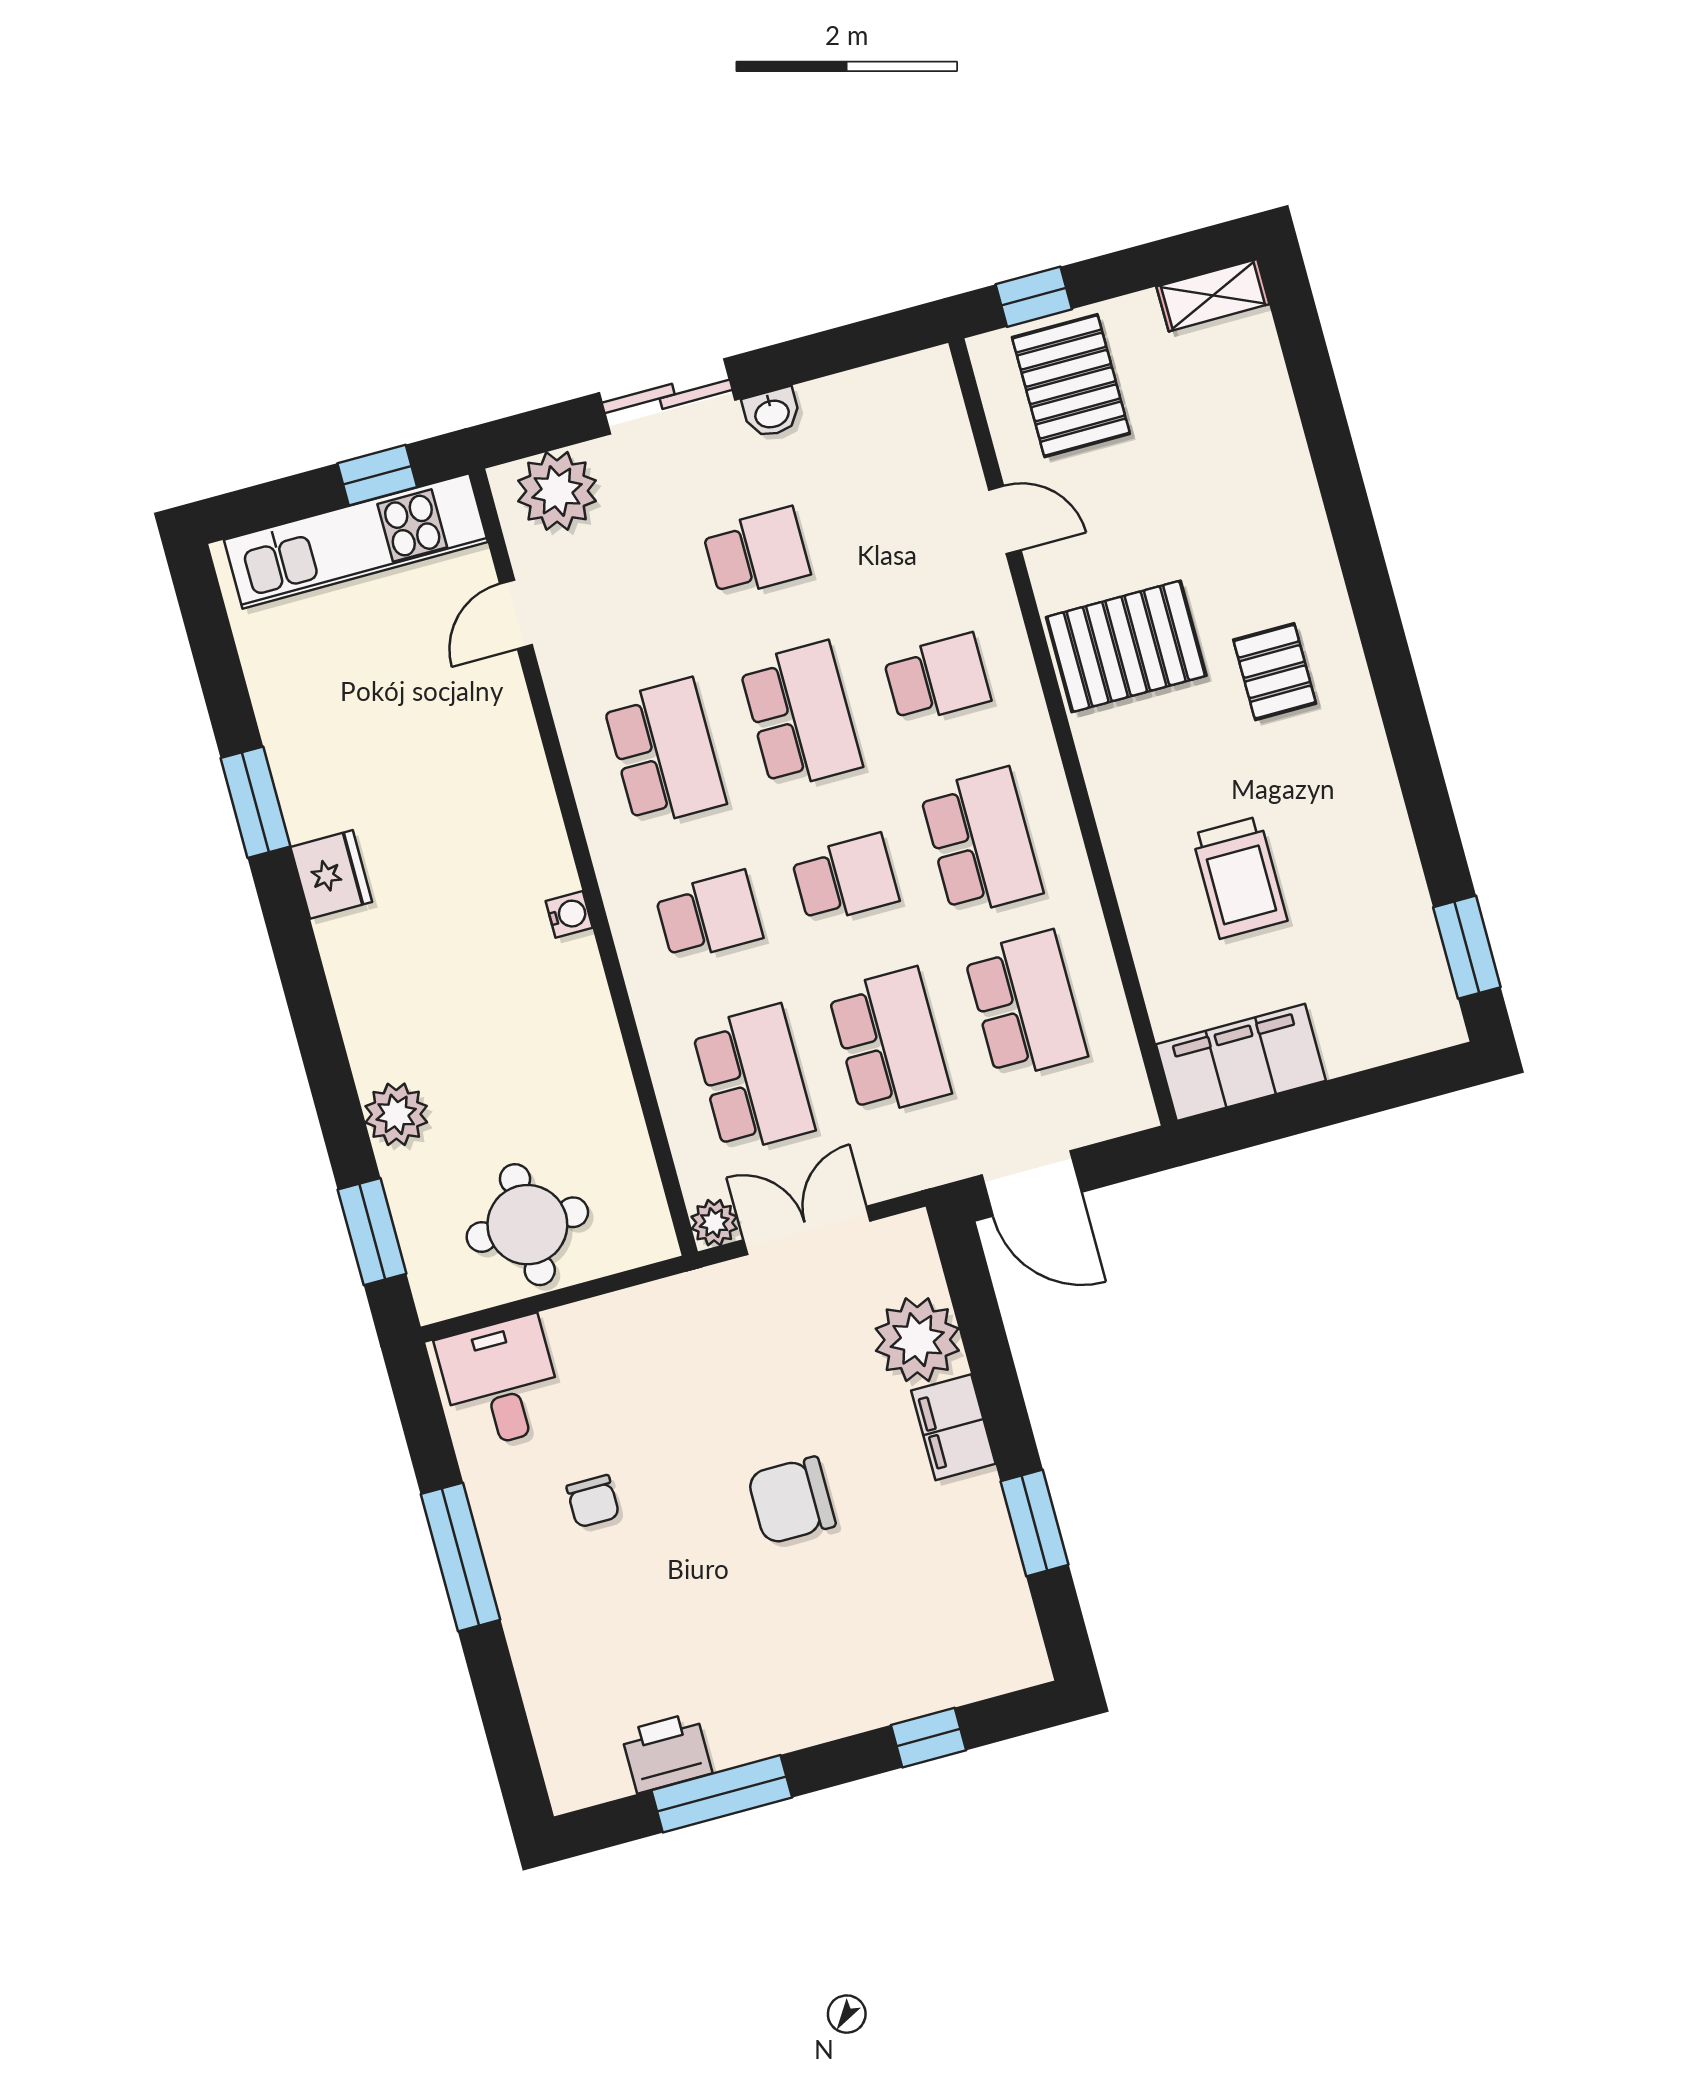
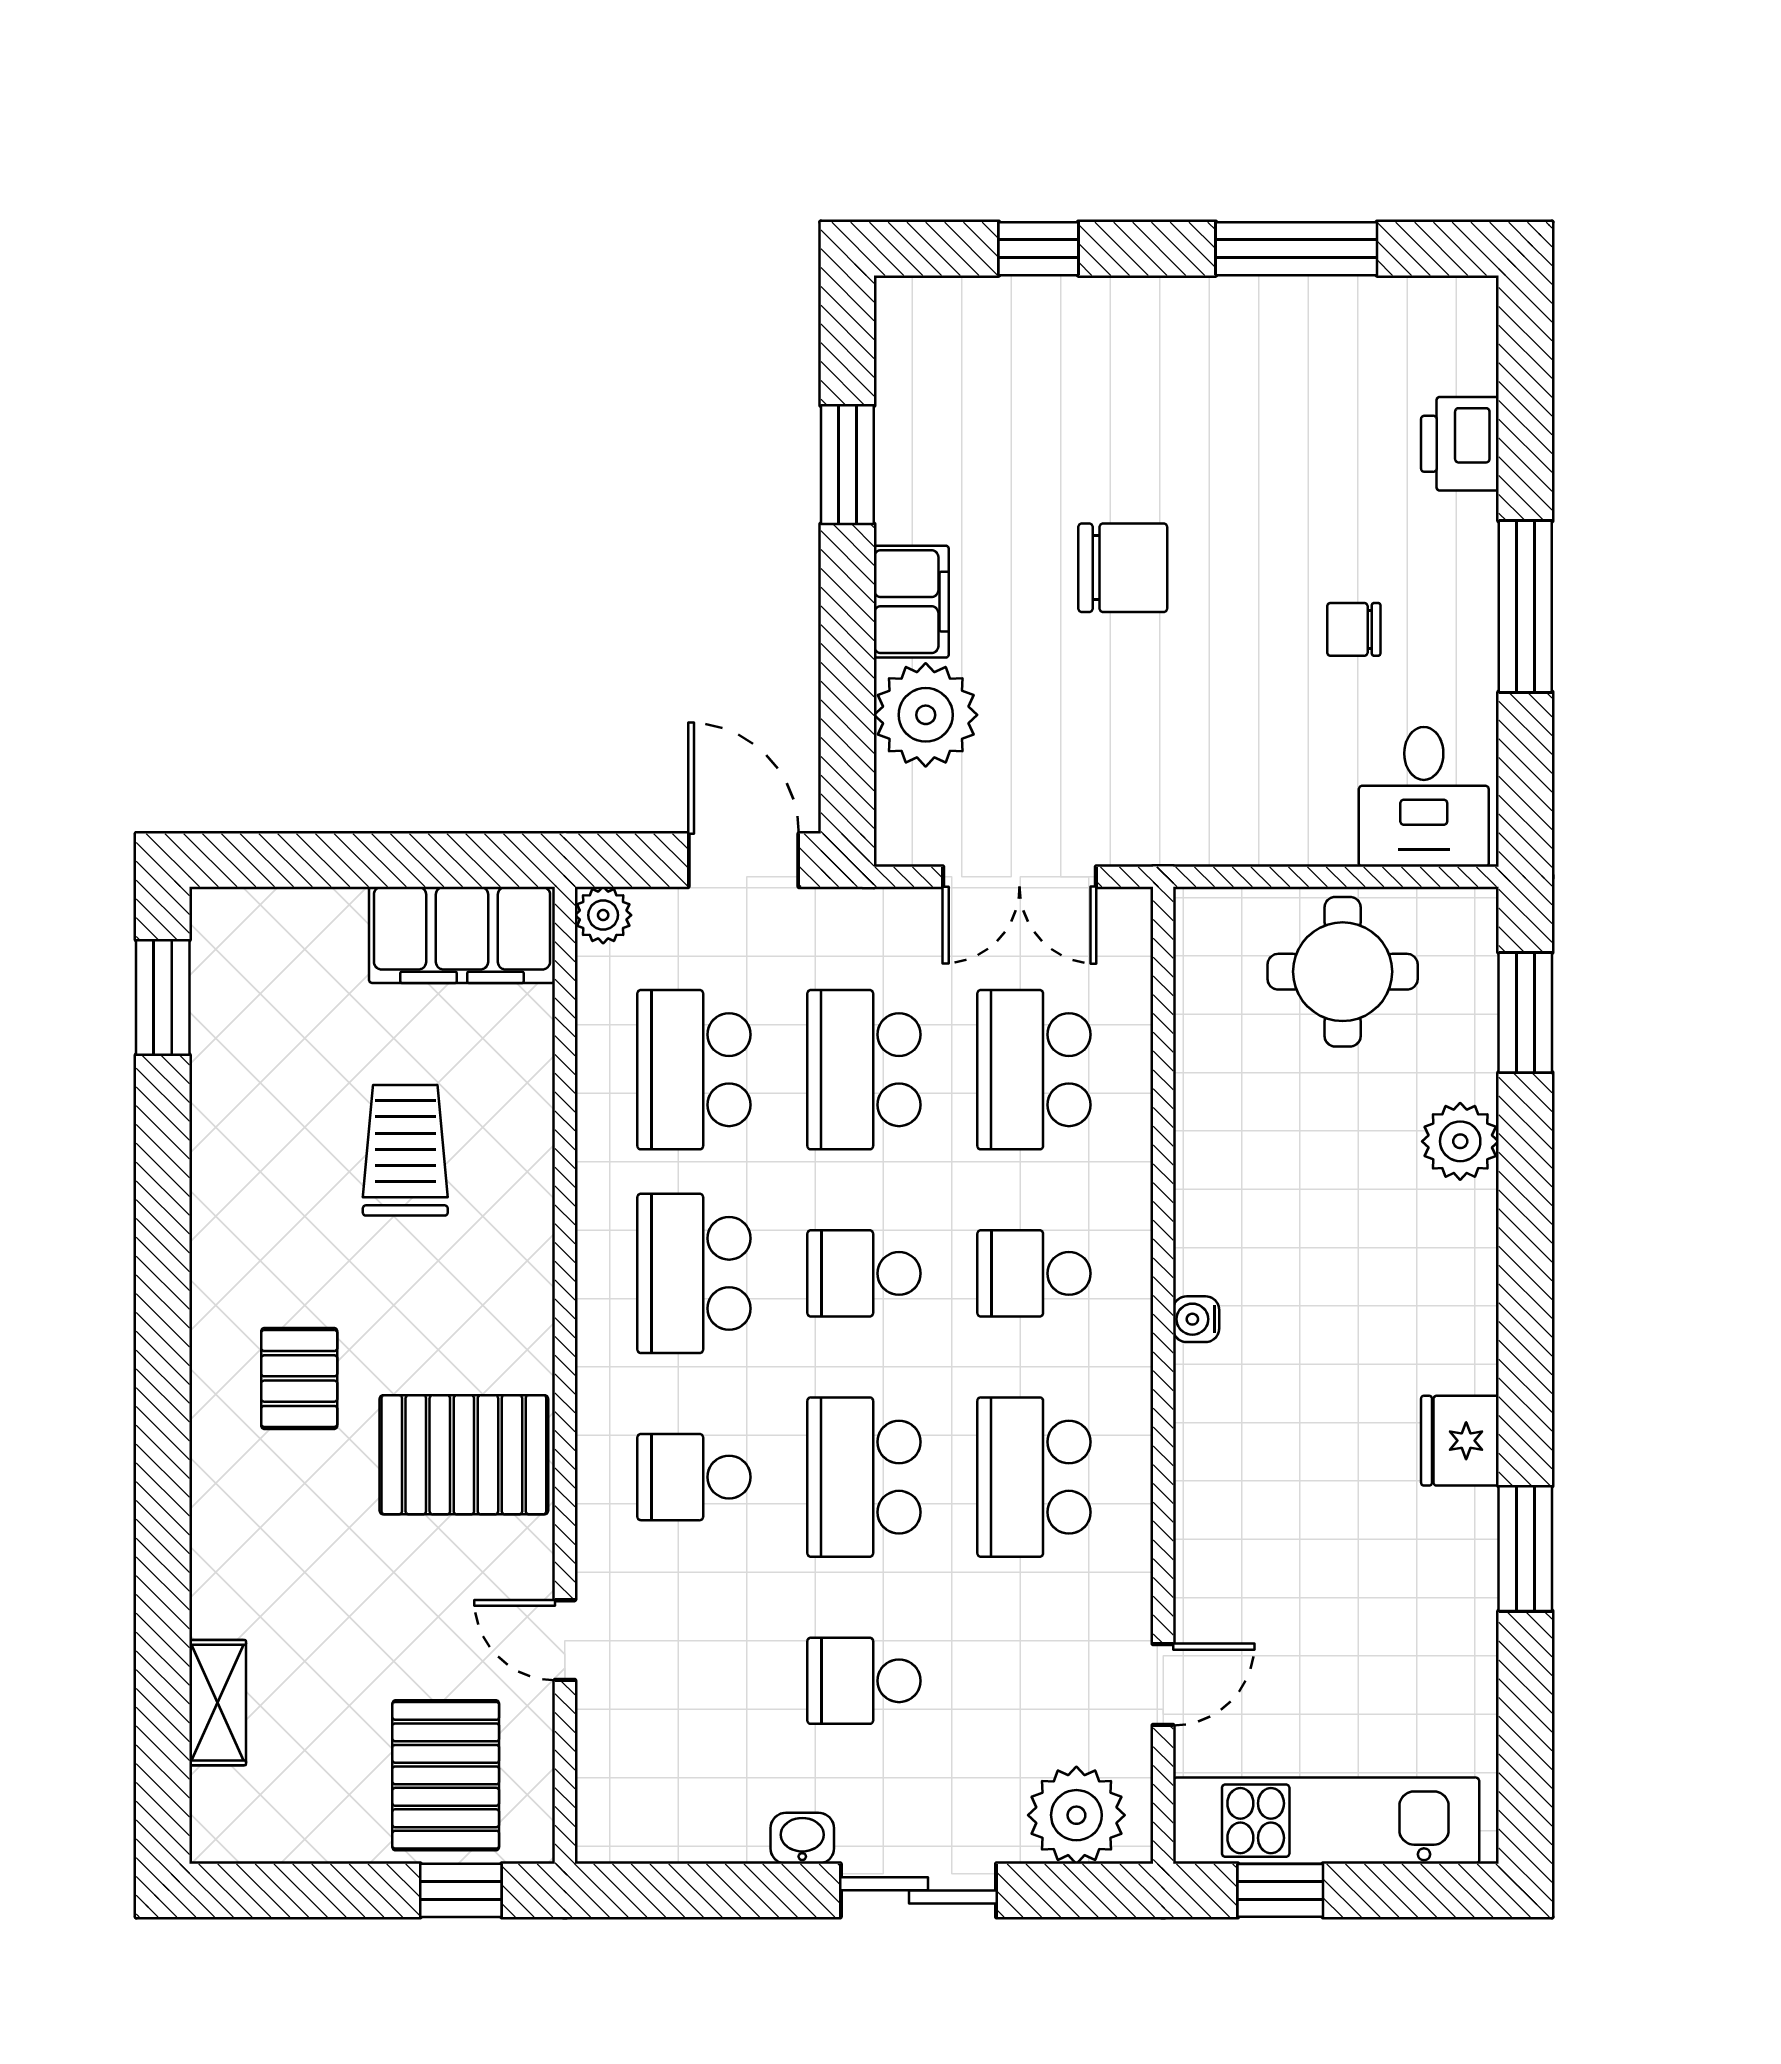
shelving: (1213, 295) -> (218, 1703), moved, turned 90
plant: (714, 1223) -> (603, 915), moved
chair: (593, 1501) -> (1354, 629), turned -90
printer: (667, 1753) -> (1460, 444), moved, turned 90

